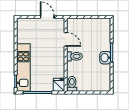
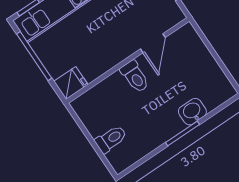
washbasin: (105, 58) -> (192, 112), moved
toilet: (72, 84) -> (111, 139), moved

